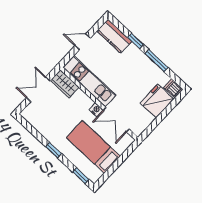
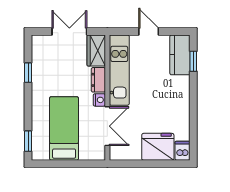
window: (136, 41) -> (193, 61), moved
window: (157, 61) -> (193, 113), removed
dresser: (83, 99) -> (98, 80), added
double door: (116, 120) -> (107, 126), swing flipped
window: (54, 150) -> (28, 73), moved

